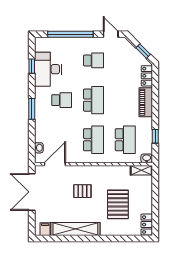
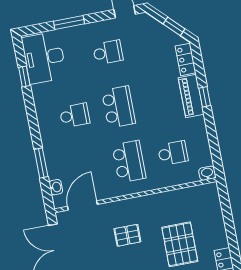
window: (70, 34) -> (69, 22), width x0.47
desk: (48, 69) -> (44, 58), moved
window: (32, 109) -> (41, 163), moved
window: (155, 136) -> (205, 97), moved
school desk: (125, 140) -> (173, 153), width x0.54
shelving: (141, 170) -> (203, 191), removed

